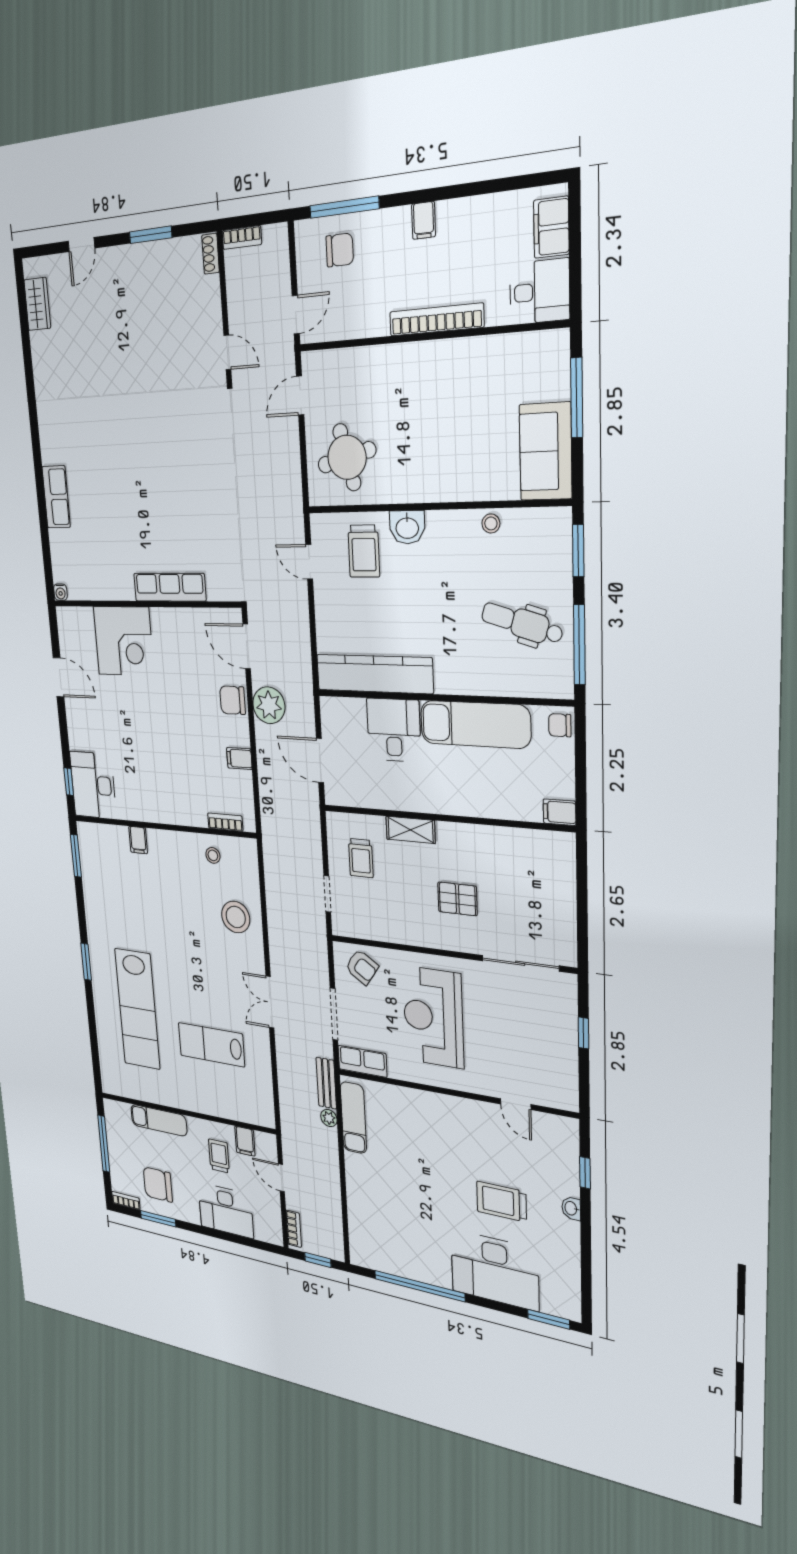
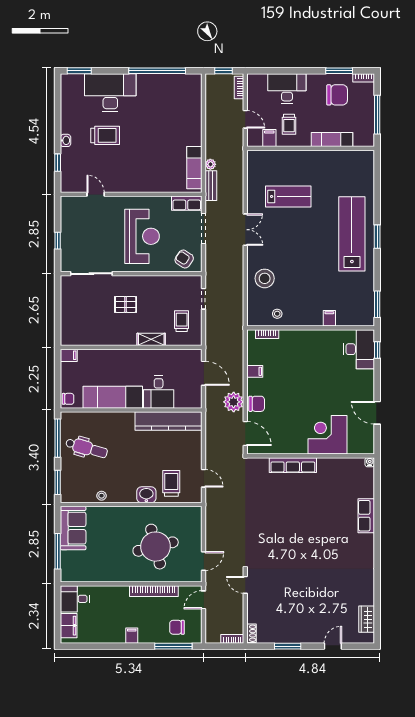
bookcase: (436, 320) -> (154, 591), moved
round table: (347, 457) -> (156, 547), moved, width x1.36, depth x1.36
lab bench: (137, 1009) -> (352, 234), moved

